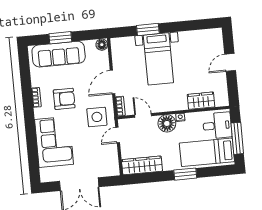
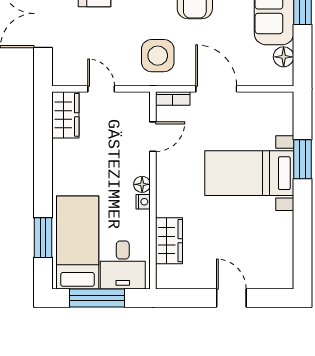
floor lamp: (102, 45) -> (284, 57), moved
floor lamp: (167, 123) -> (142, 184), width x0.53, depth x0.53
door: (118, 135) -> (101, 89), moved
wardrobe: (142, 165) -> (65, 115), width x0.67
window: (185, 174) -> (43, 238), moved

